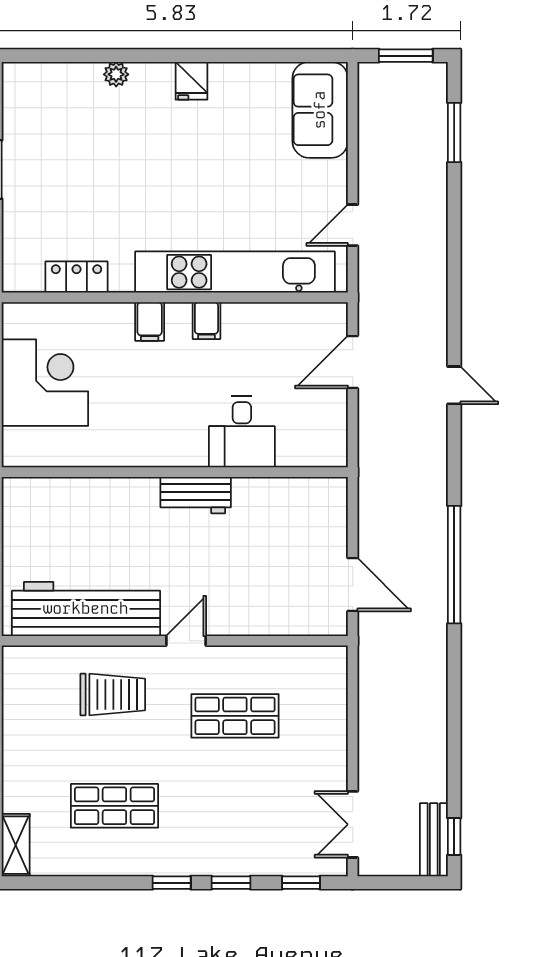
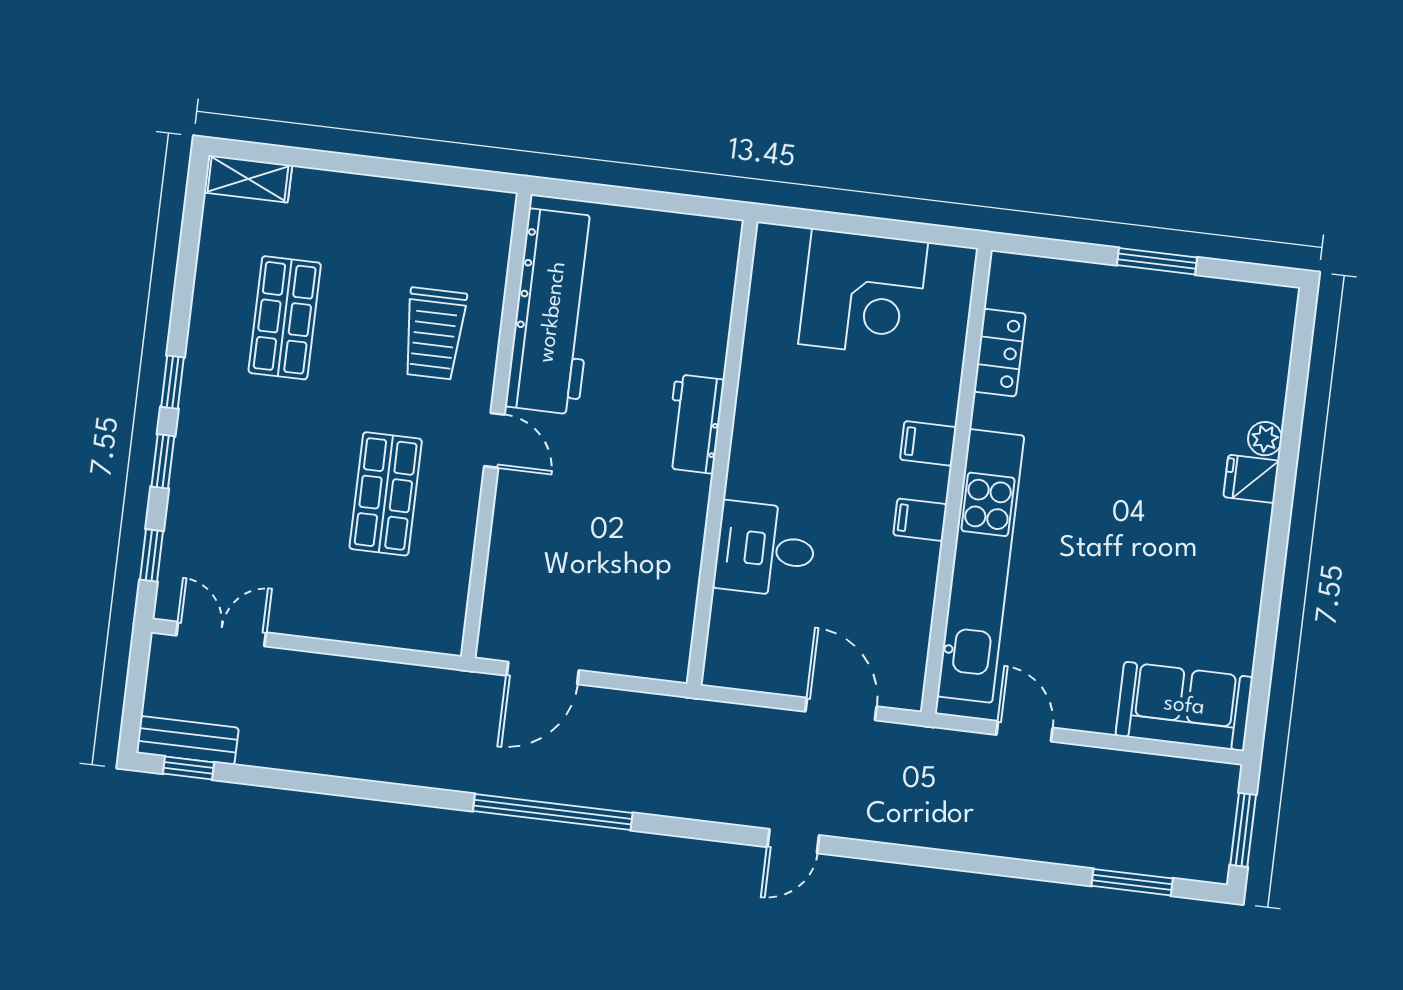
fridge: (191, 81) -> (1251, 479), moved
workbench: (196, 495) -> (694, 424), moved

